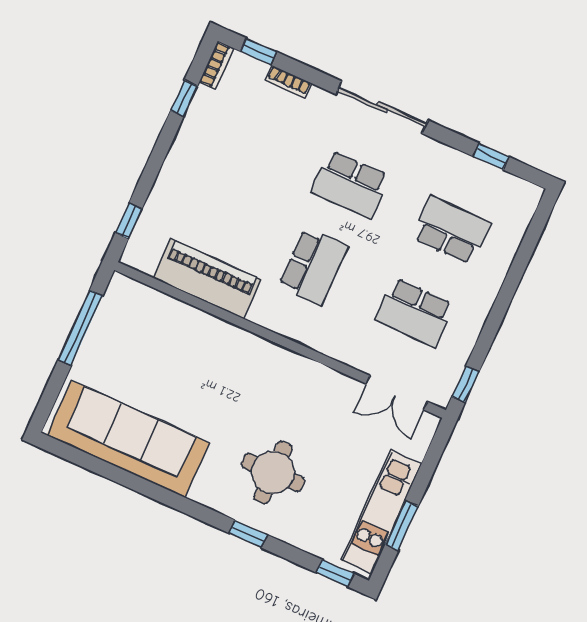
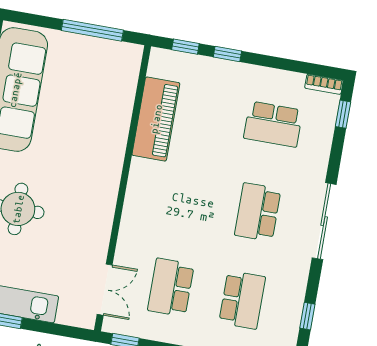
bookcase: (288, 82) -> (325, 143), removed
window: (184, 98) -> (227, 54), moved
school desk: (313, 267) -> (273, 124), moved
double door: (397, 393) -> (105, 290), swing flipped

